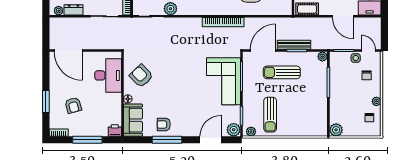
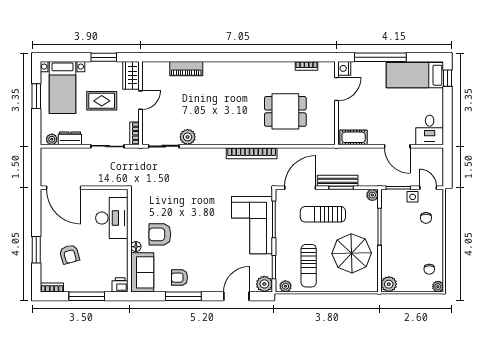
armchair: (141, 76) -> (160, 234), moved, turned -46
plant: (376, 101) -> (438, 287), moved
parasol: (305, 104) -> (352, 253), added

